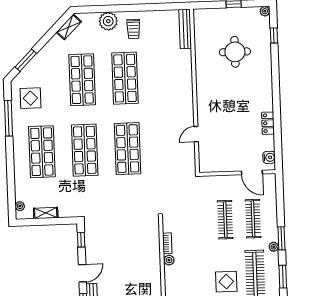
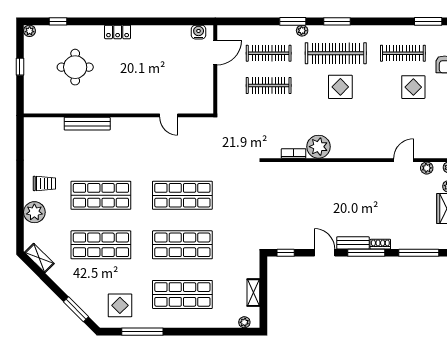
bench: (185, 29) -> (87, 124), moved
locker: (268, 123) -> (118, 32), moved
plant: (169, 260) -> (318, 147), width x1.87, depth x1.87

